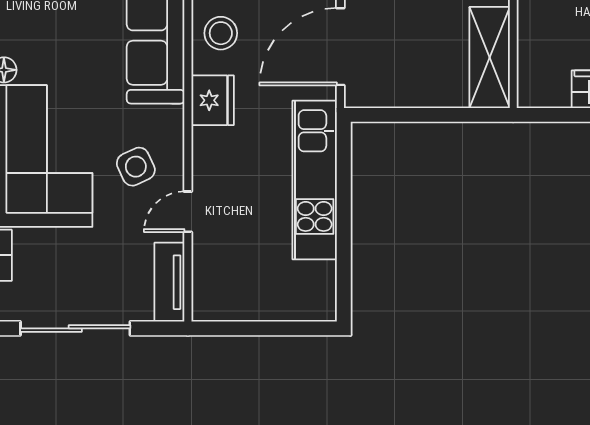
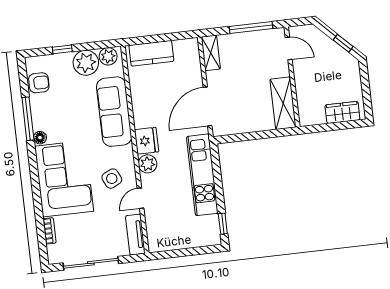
stool: (221, 33) -> (147, 107), removed
plant: (209, 146) -> (148, 164), added
window: (344, 281) -> (223, 224), added

